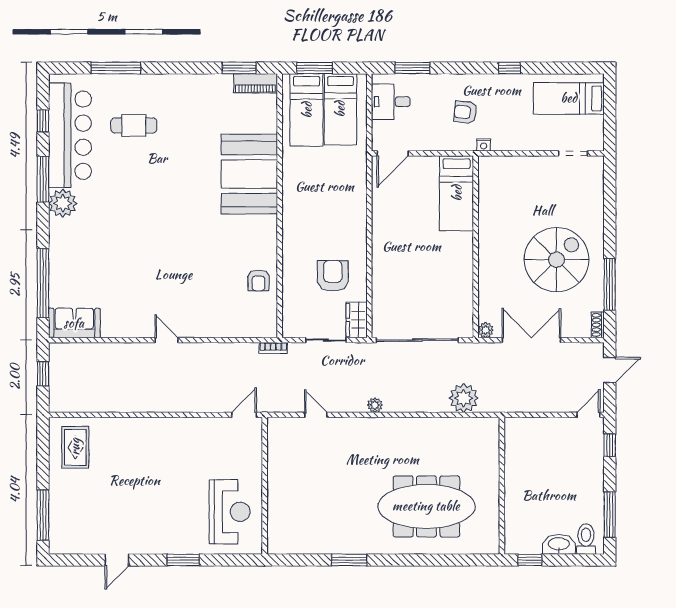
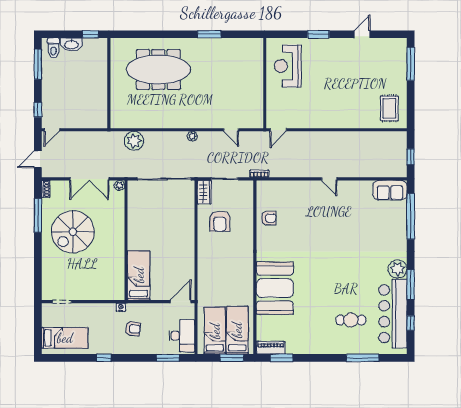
desk: (391, 102) -> (182, 336), width x1.37
armchair: (258, 280) -> (269, 218), turned 90

